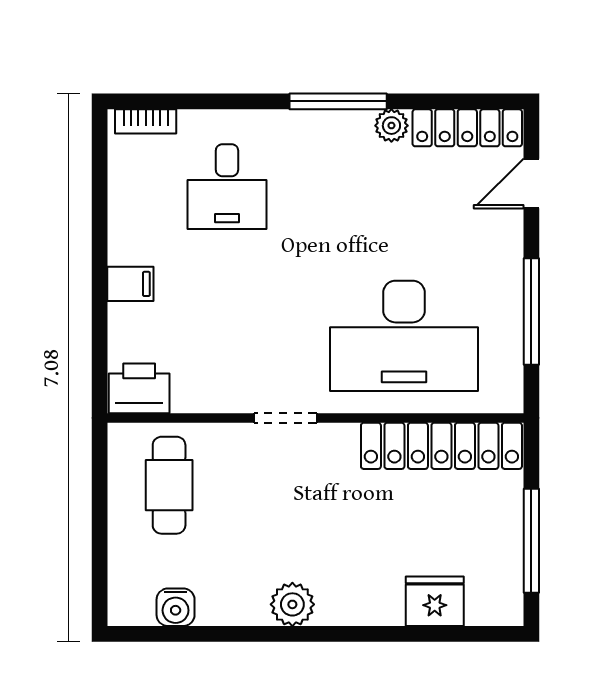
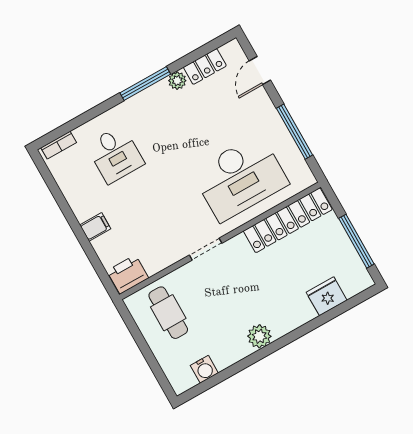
locker: (467, 128) -> (205, 66), width x0.66

